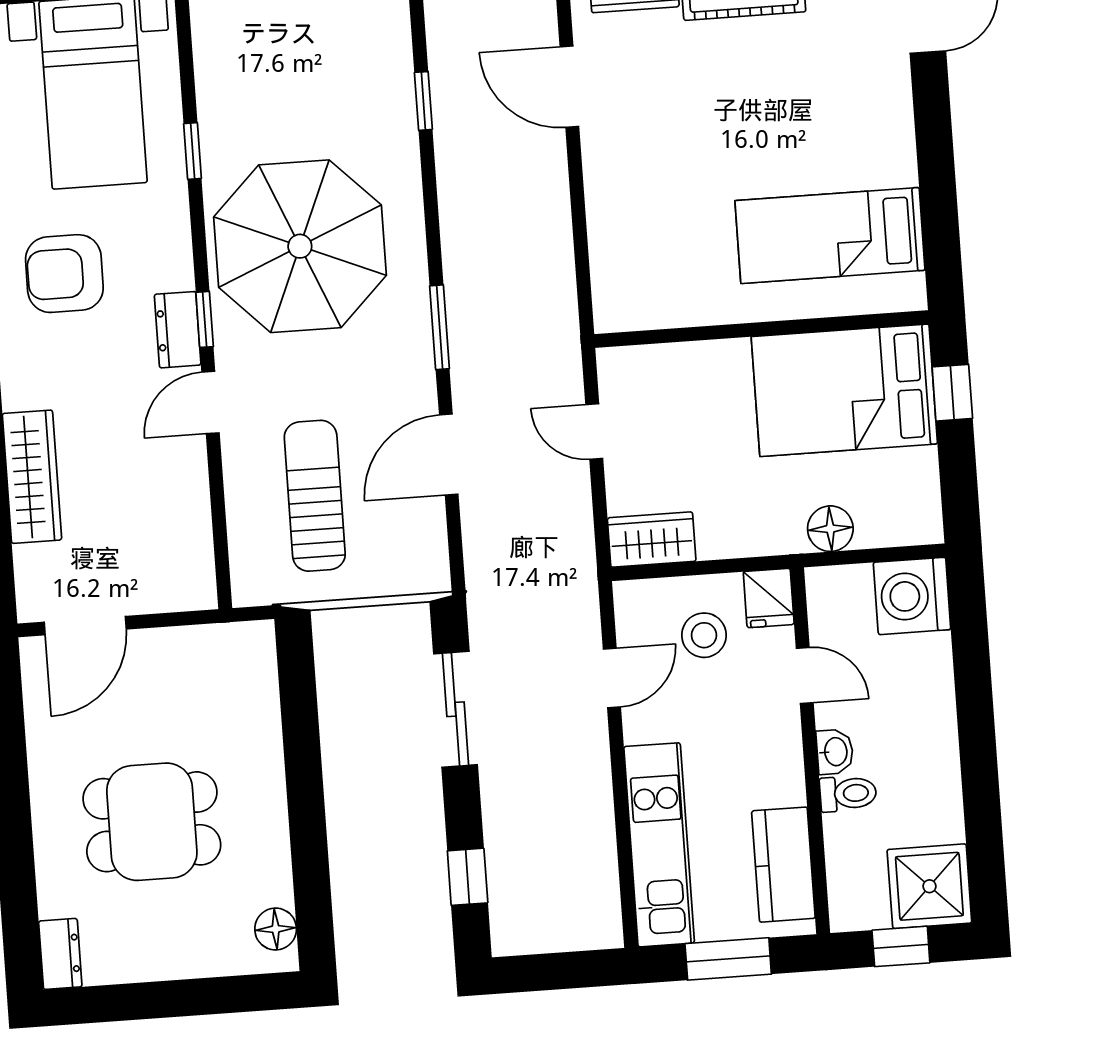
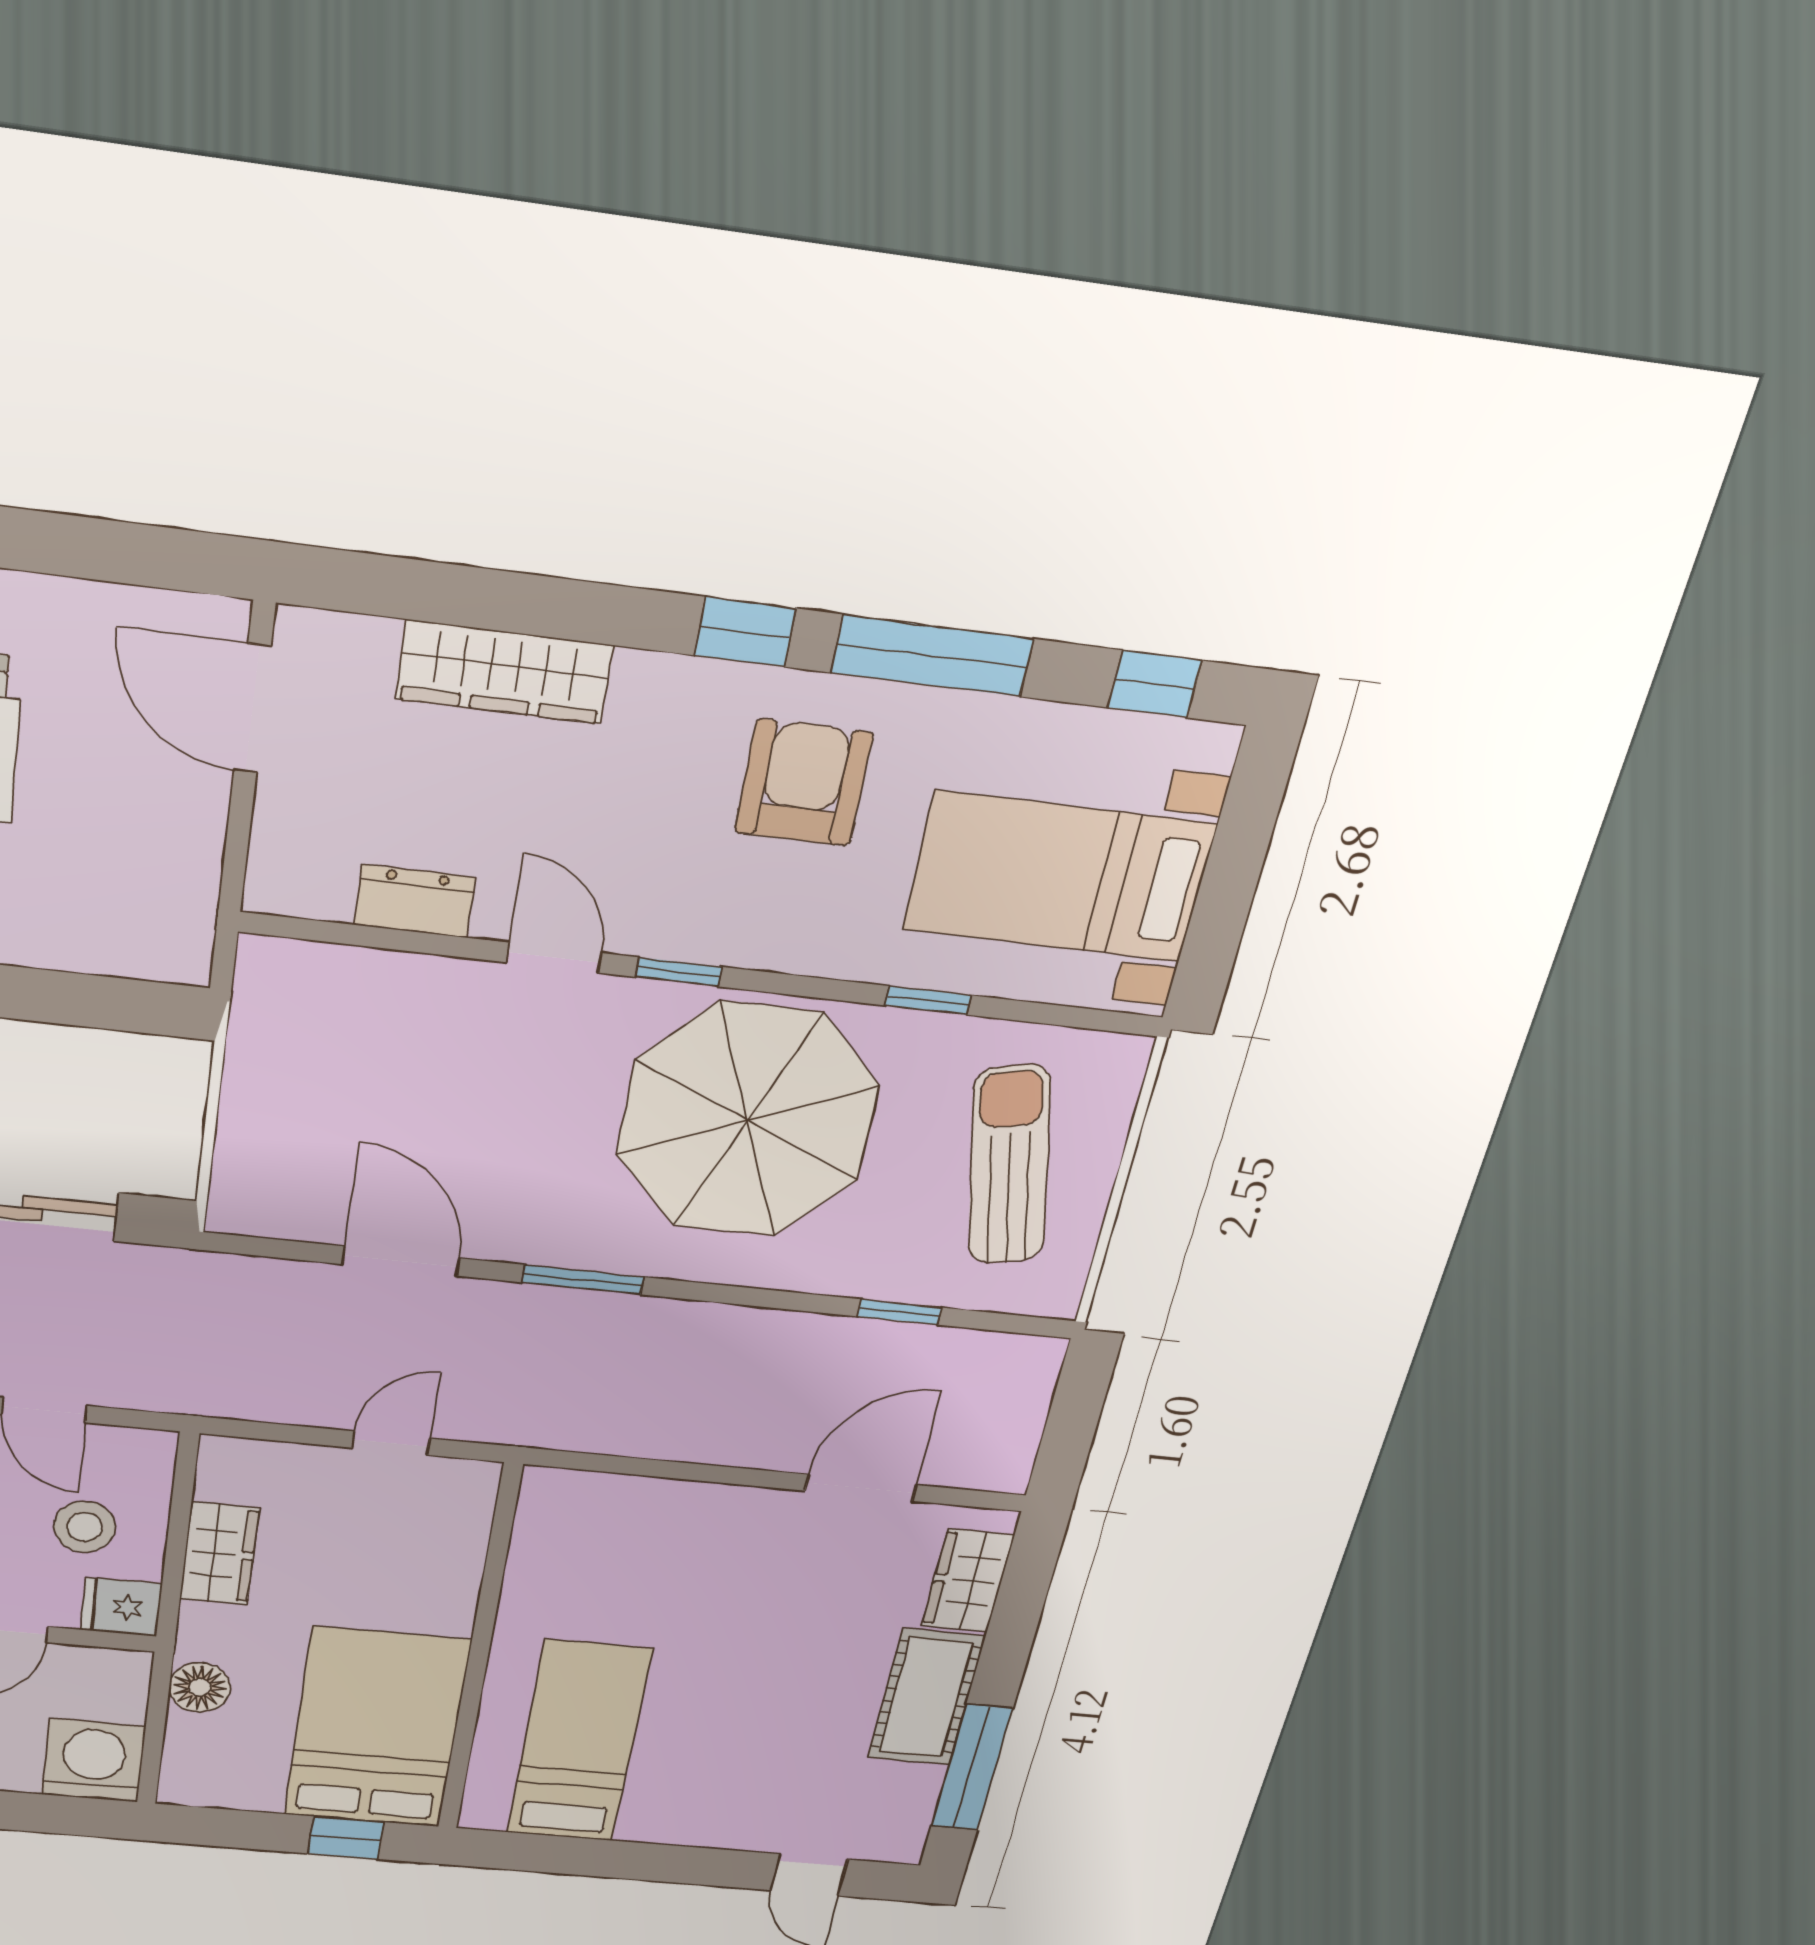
dresser: (178, 330) -> (414, 901), moved
sun lounger: (315, 496) -> (1009, 1165), moved, turned -102
wardrobe: (652, 540) -> (219, 1554), moved

